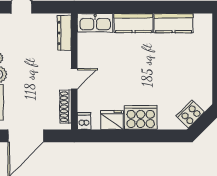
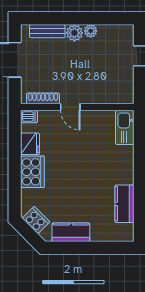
kitchen counter: (133, 23) -> (71, 232), moved, turned 90
dresser: (64, 33) -> (115, 97), removed

